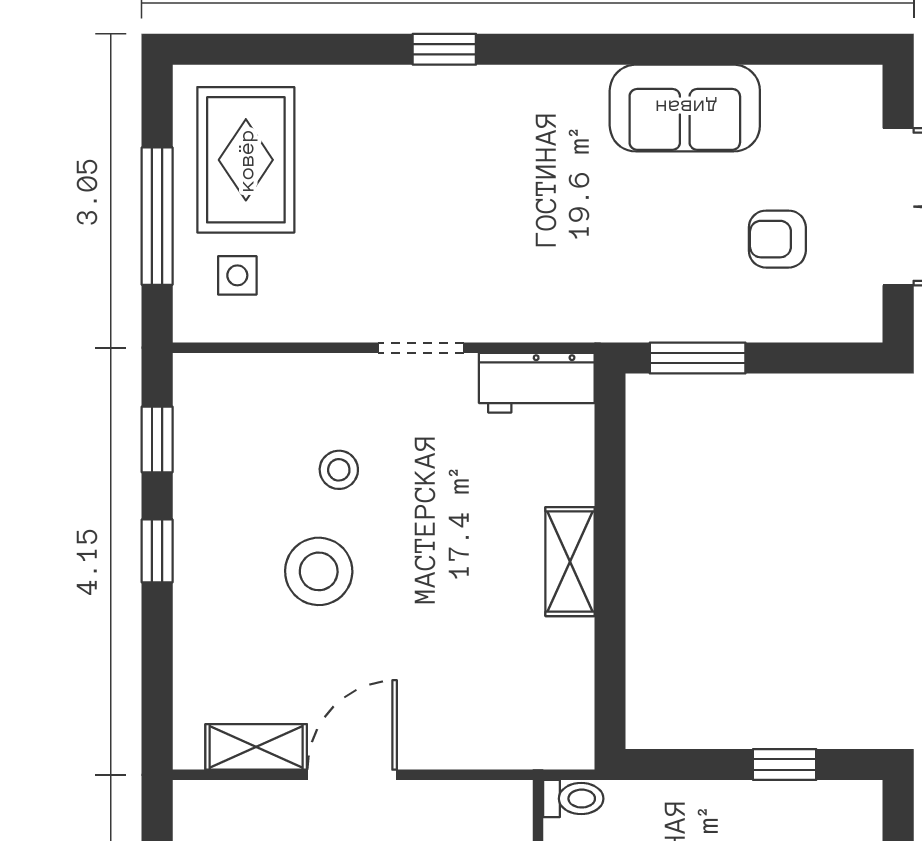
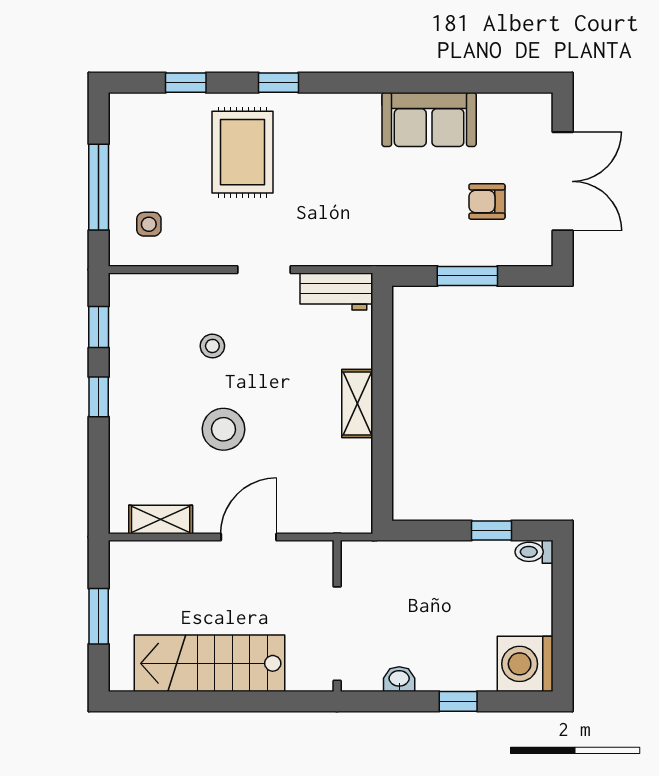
window: (296, 49) -> (186, 83), added
rug: (246, 160) -> (242, 152), moved
window: (698, 358) -> (467, 276), moved
stool: (319, 571) -> (223, 429), moved
door: (352, 775) -> (249, 537), moved
toilet: (573, 799) -> (534, 552), moved, turned 180

